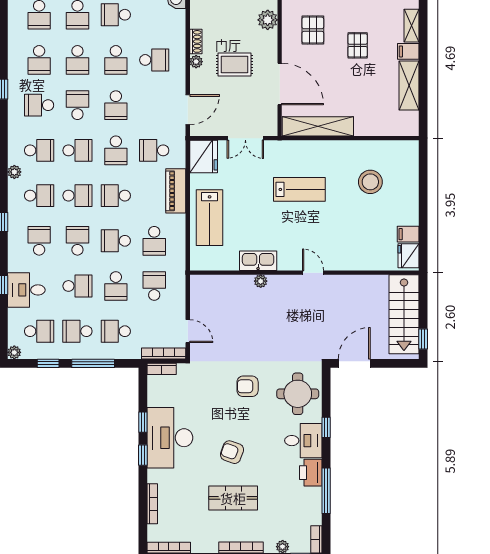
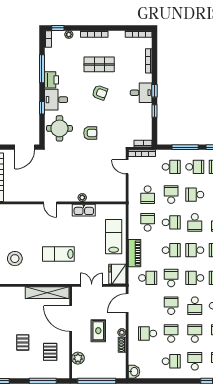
rug: (235, 64) -> (98, 331), turned 90
desk: (170, 438) -> (141, 93), width x0.53, depth x0.77

